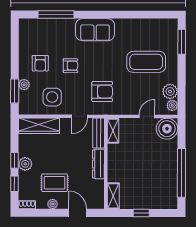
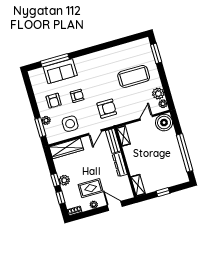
sofa: (95, 30) -> (60, 71), moved

